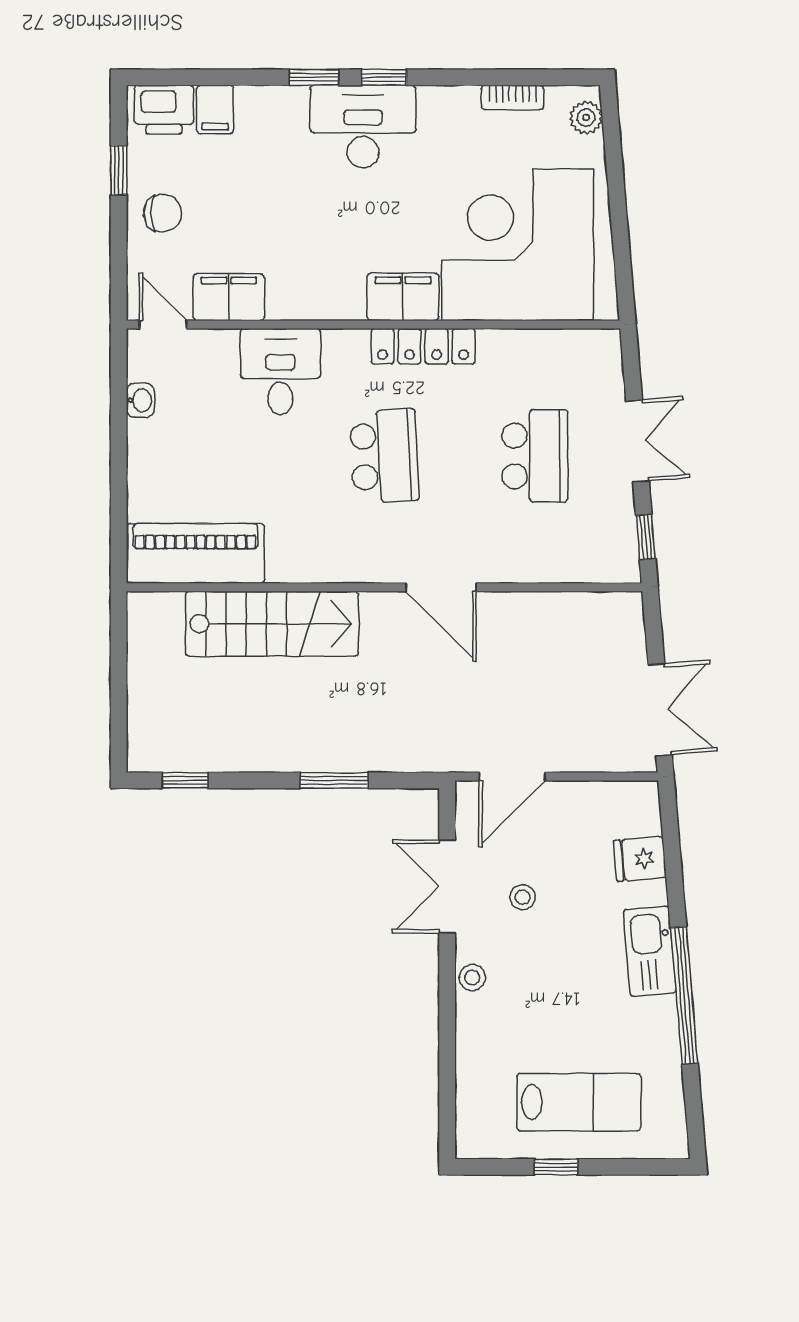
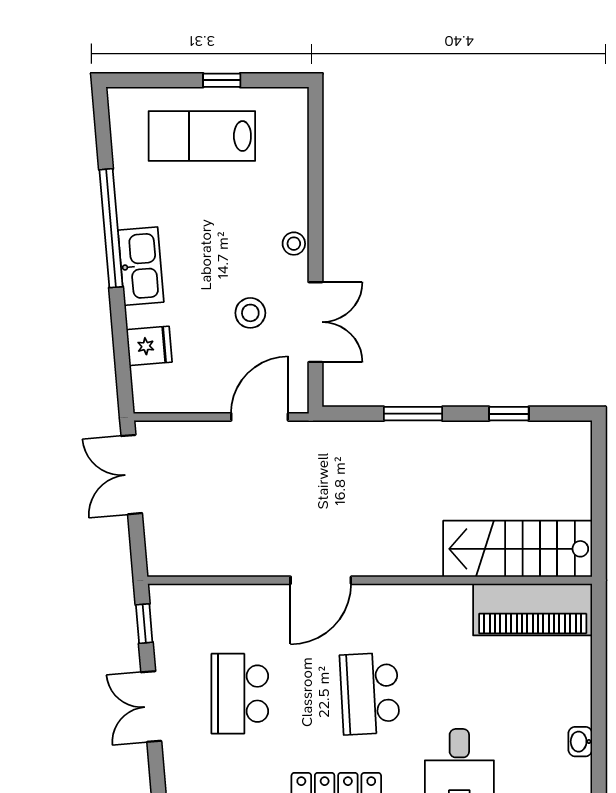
door: (441, 587) -> (321, 580), swing flipped
stairs: (272, 624) -> (518, 549), moved
window: (185, 780) -> (509, 414), moved
stool: (523, 897) -> (250, 313), width x1.37, depth x1.37

